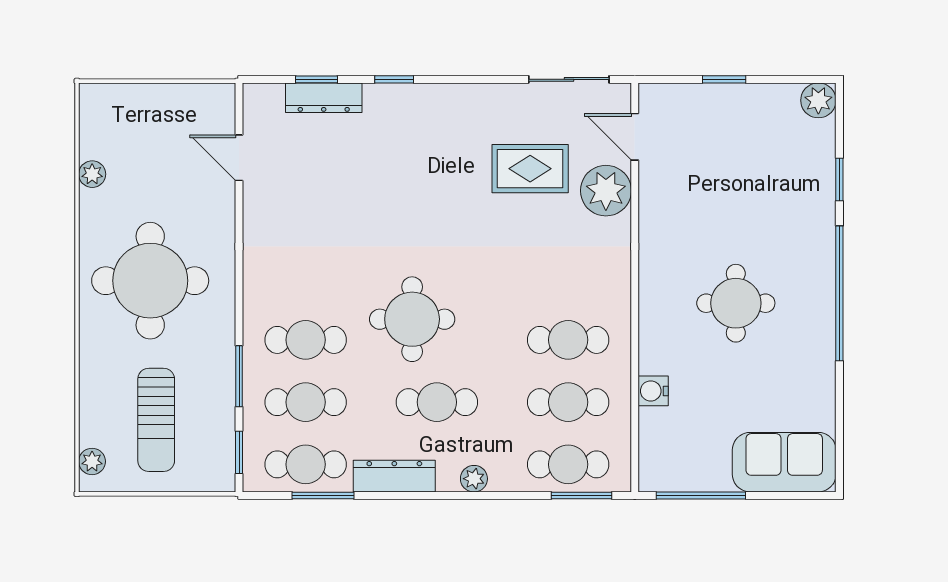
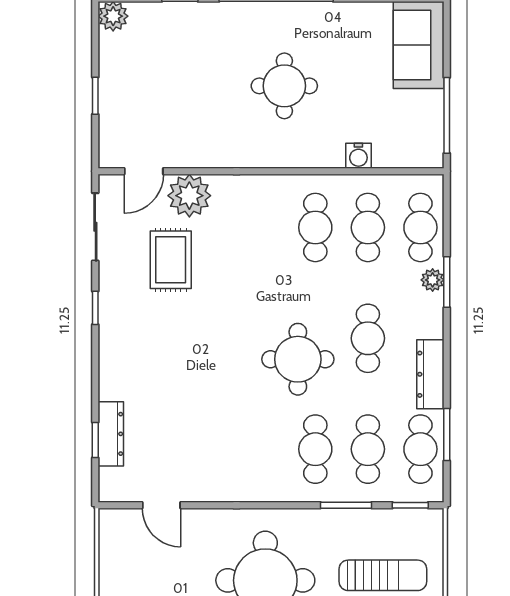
window: (394, 79) -> (95, 308), moved
door: (239, 158) -> (161, 505), hinge flipped
plant: (474, 479) -> (433, 280), moved
window: (582, 496) -> (447, 282), moved

